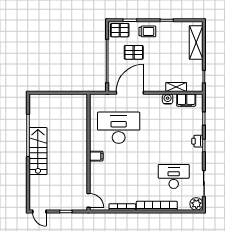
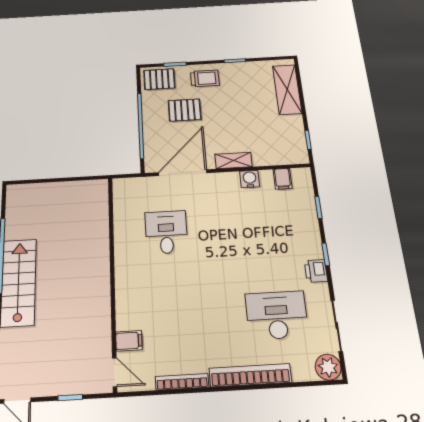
shelving: (176, 87) -> (234, 161), moved
filing cabinet: (186, 100) -> (283, 179), width x0.50
desk: (119, 128) -> (166, 232), width x0.53, depth x0.77
printer: (197, 141) -> (316, 271), moved
filing cabinet: (96, 156) -> (129, 341), moved

